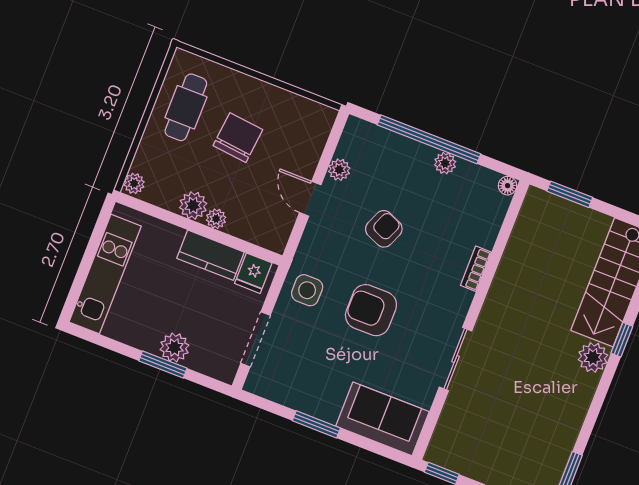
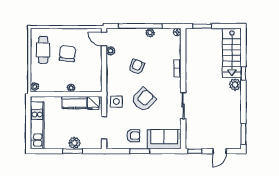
door: (310, 199) -> (104, 39), moved
plant: (193, 205) -> (60, 86), removed
armchair: (371, 310) -> (144, 100), turned 133
armchair: (315, 383) -> (133, 136), added

